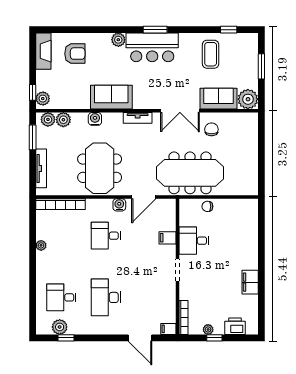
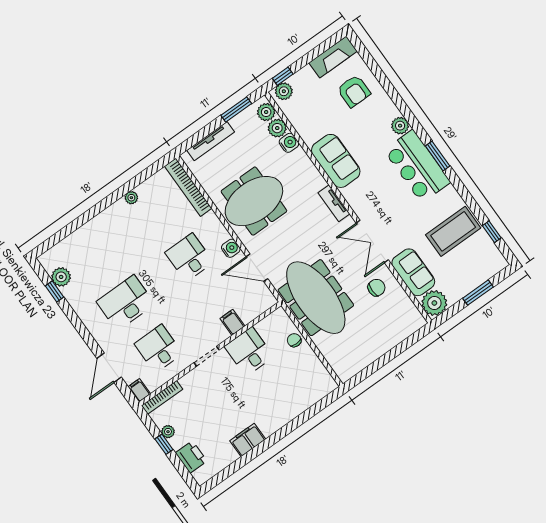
coffee table: (211, 54) -> (453, 231), width x1.36, depth x1.32
water cooler: (95, 119) -> (289, 143), moved
desk: (61, 297) -> (158, 349), moved

